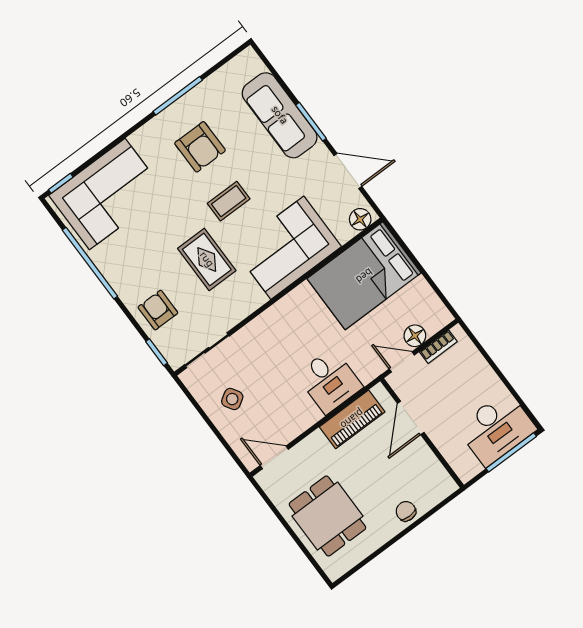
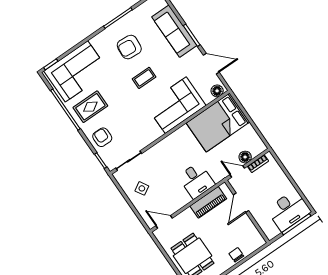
armchair: (200, 147) -> (129, 47), turned 95
rug: (207, 259) -> (90, 107), moved, turned 90

